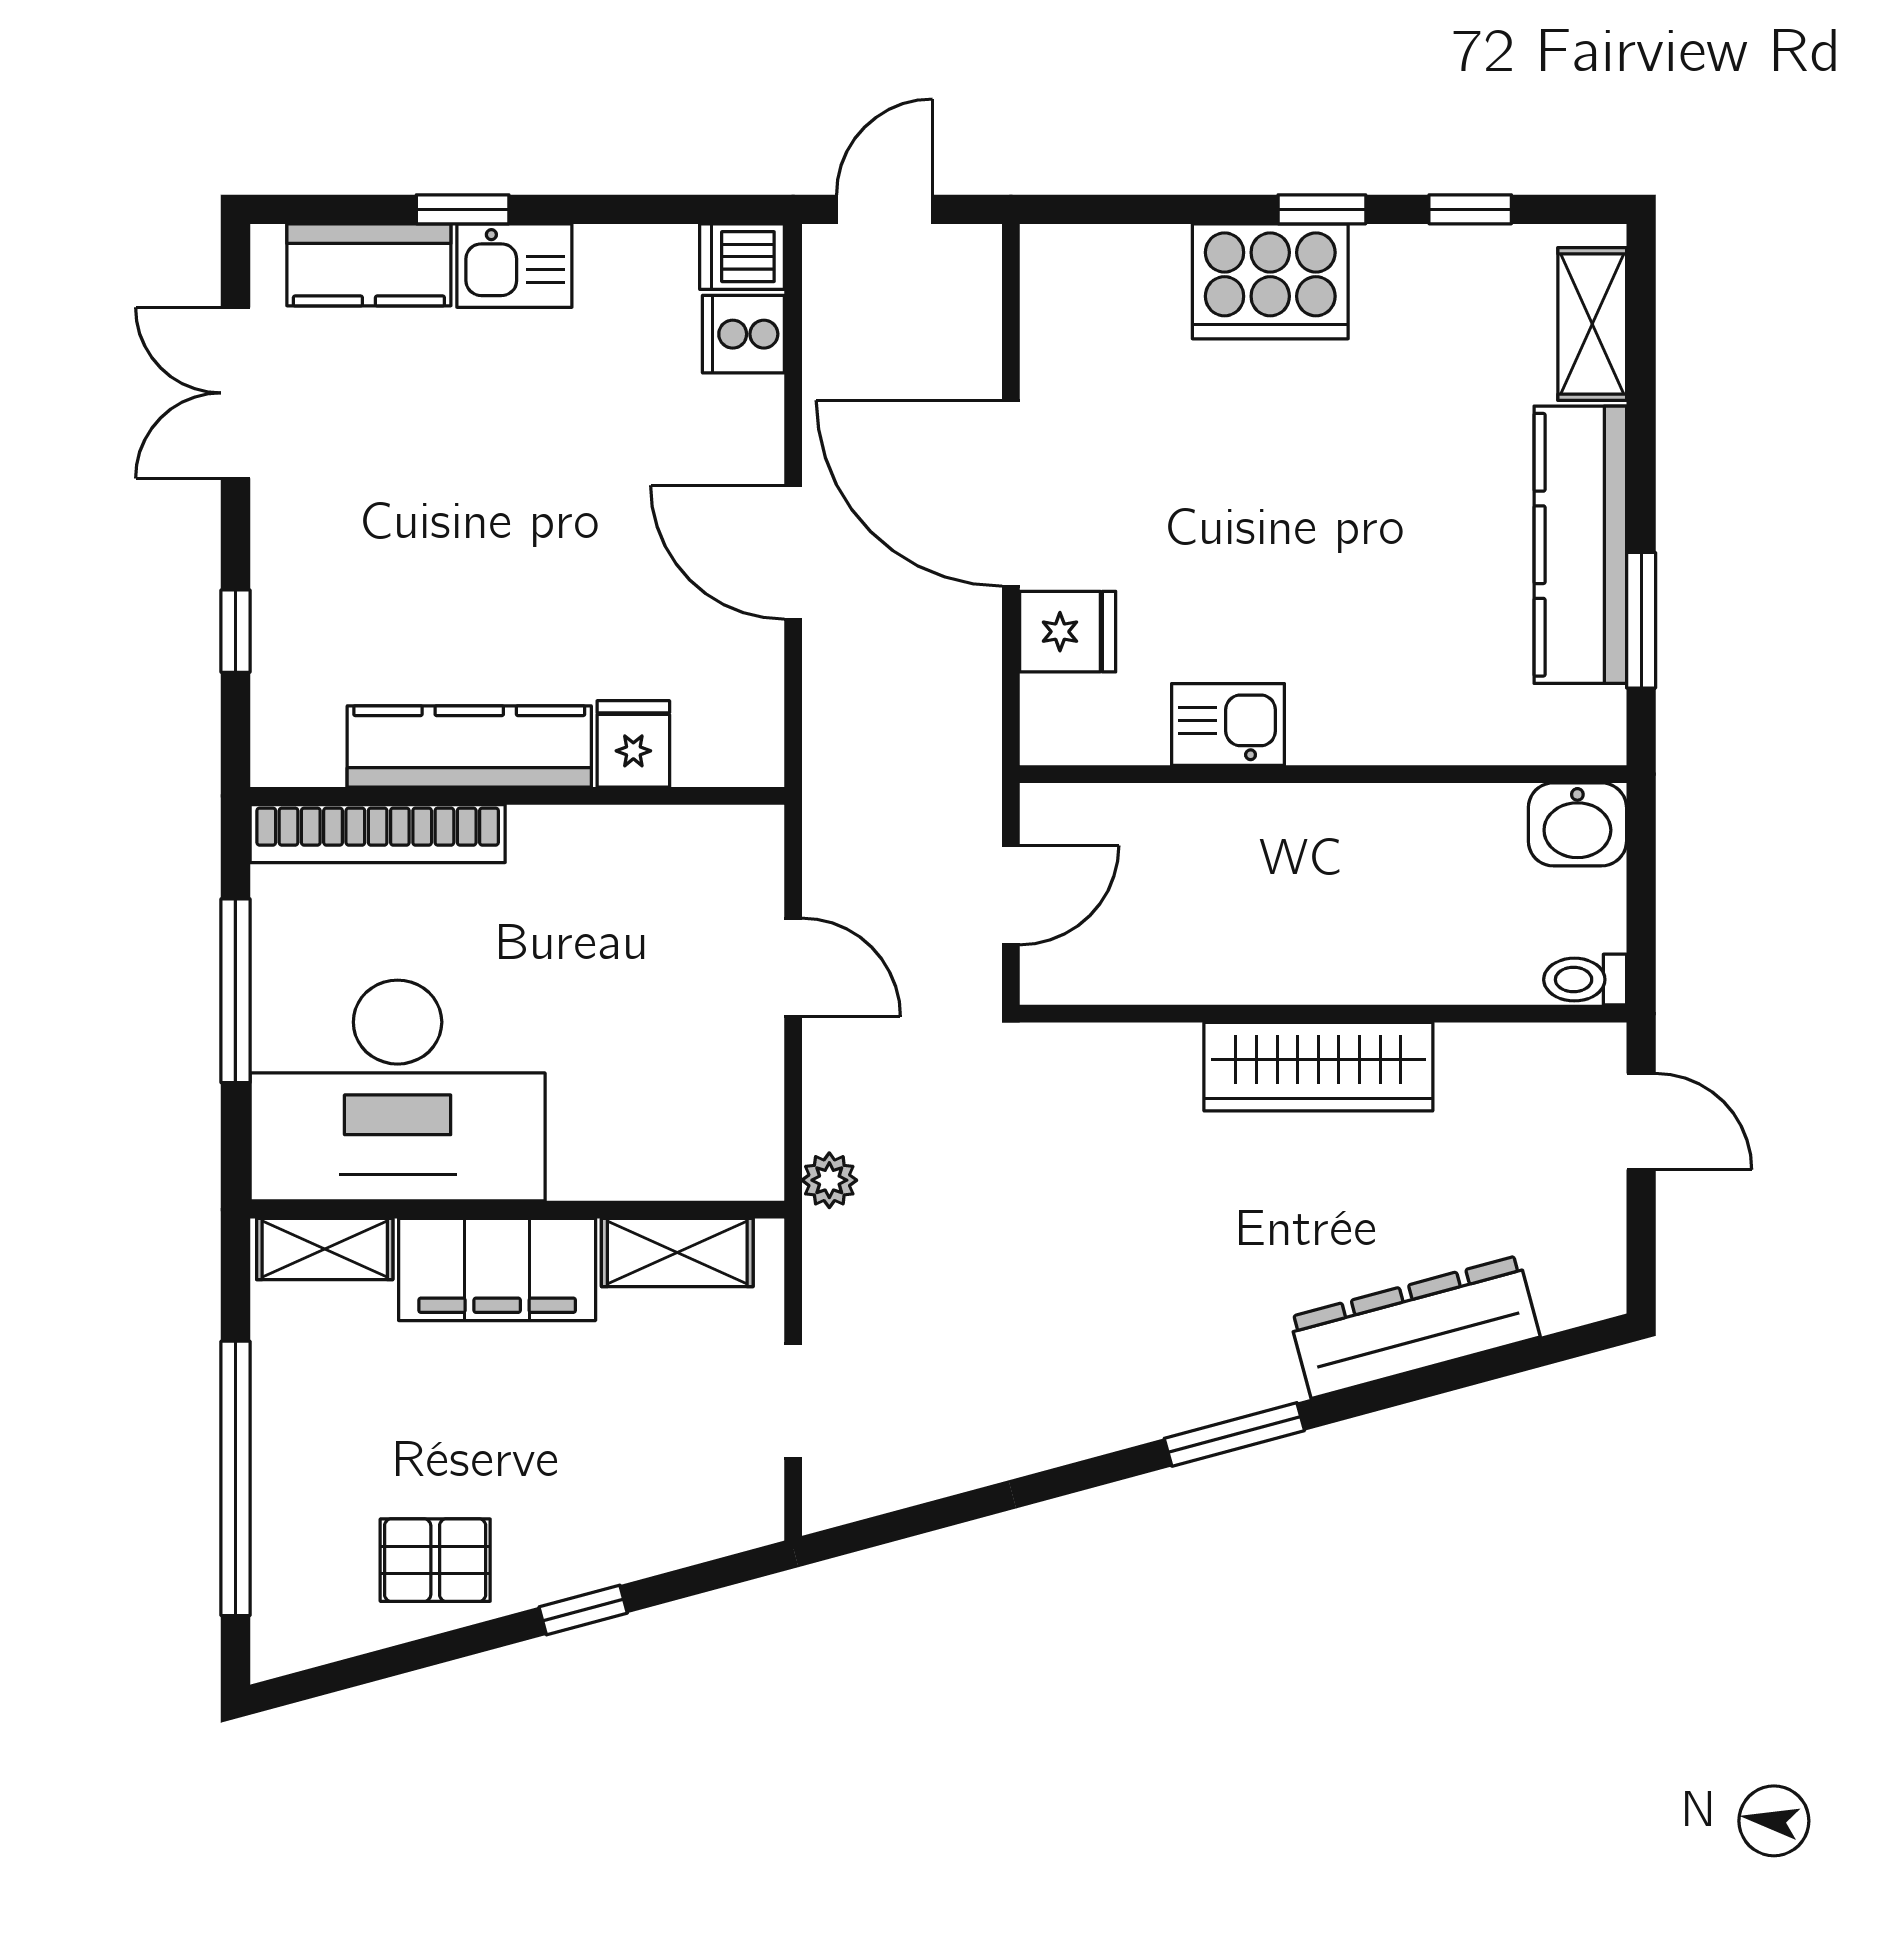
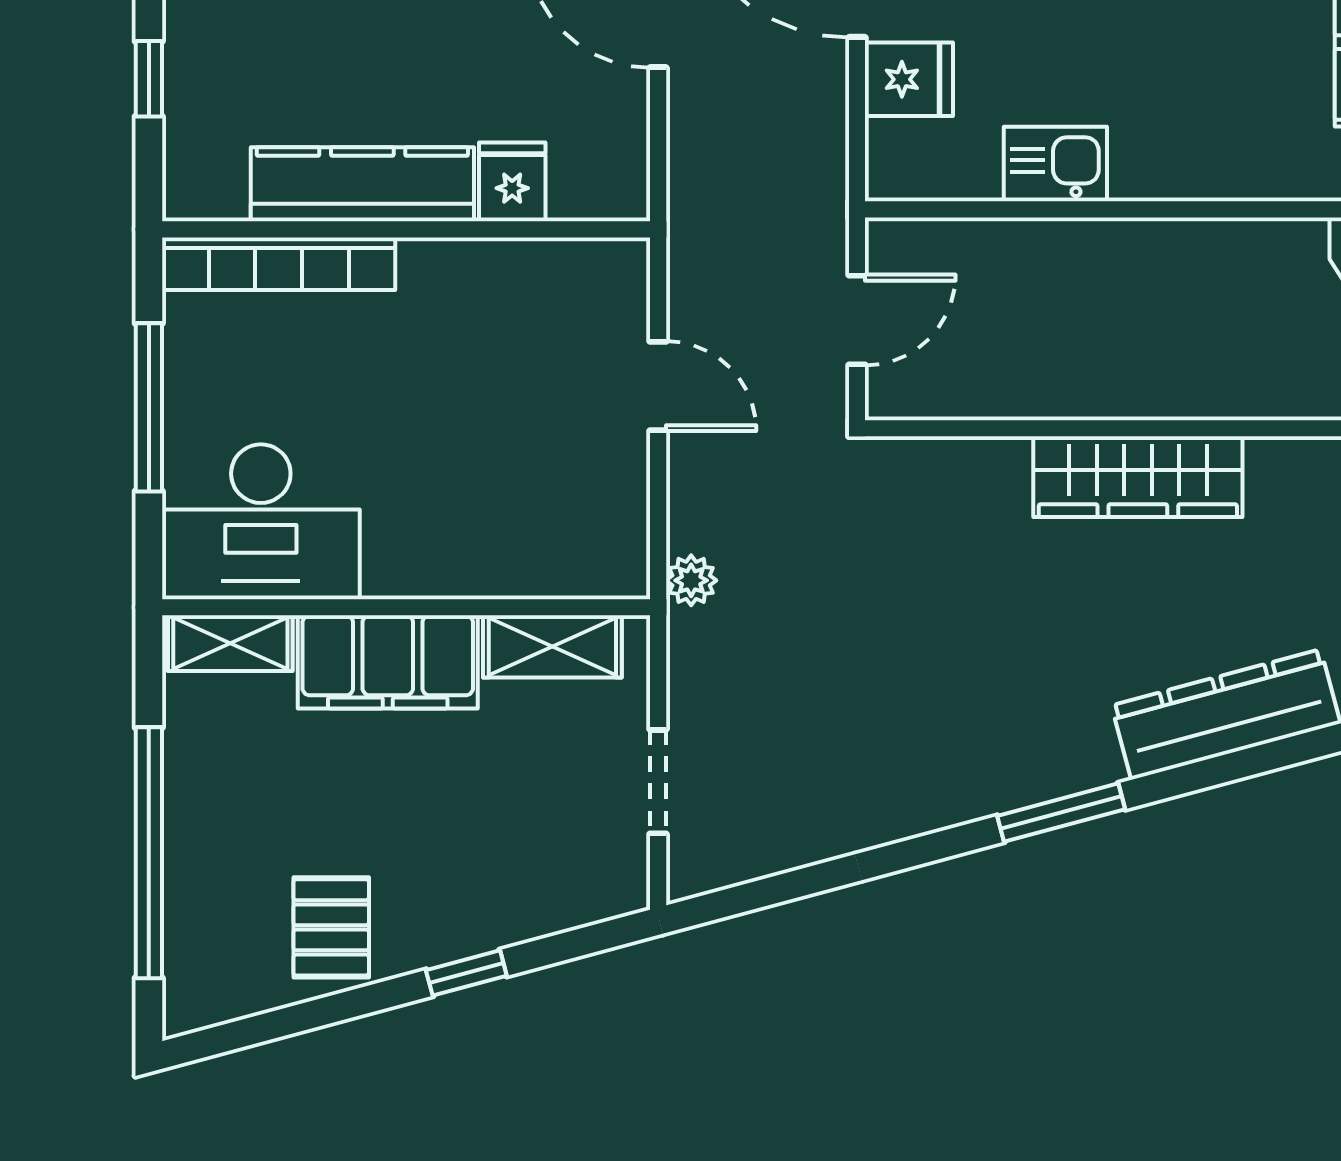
desk: (398, 1091) -> (261, 522), width x0.73, depth x0.77
pallet: (435, 1560) -> (331, 927), turned 90

